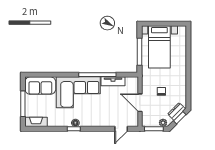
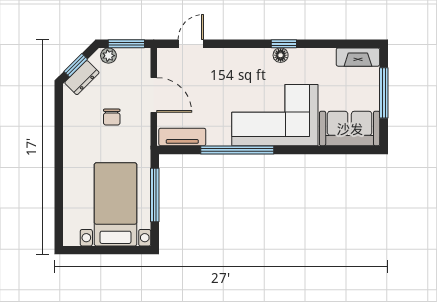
tv unit: (113, 81) -> (182, 137), moved

